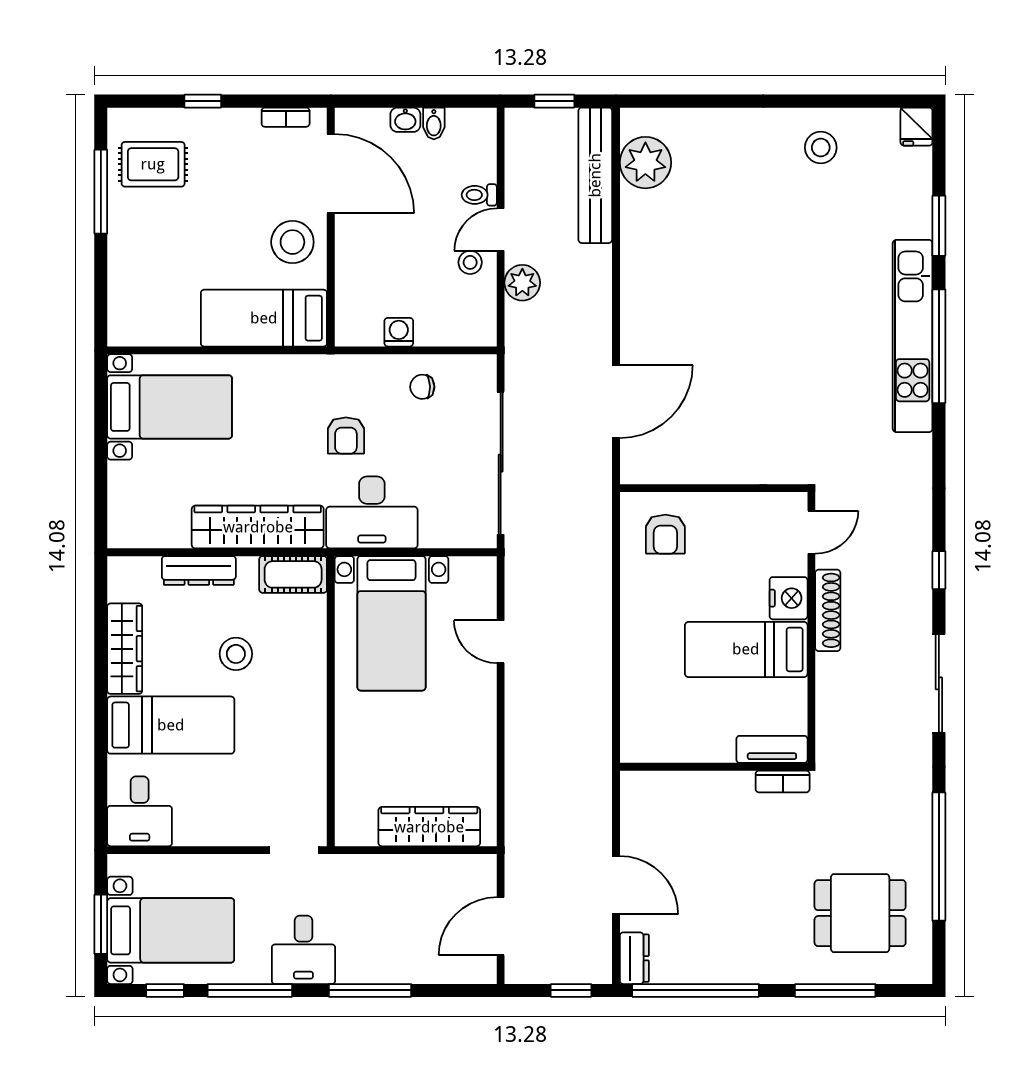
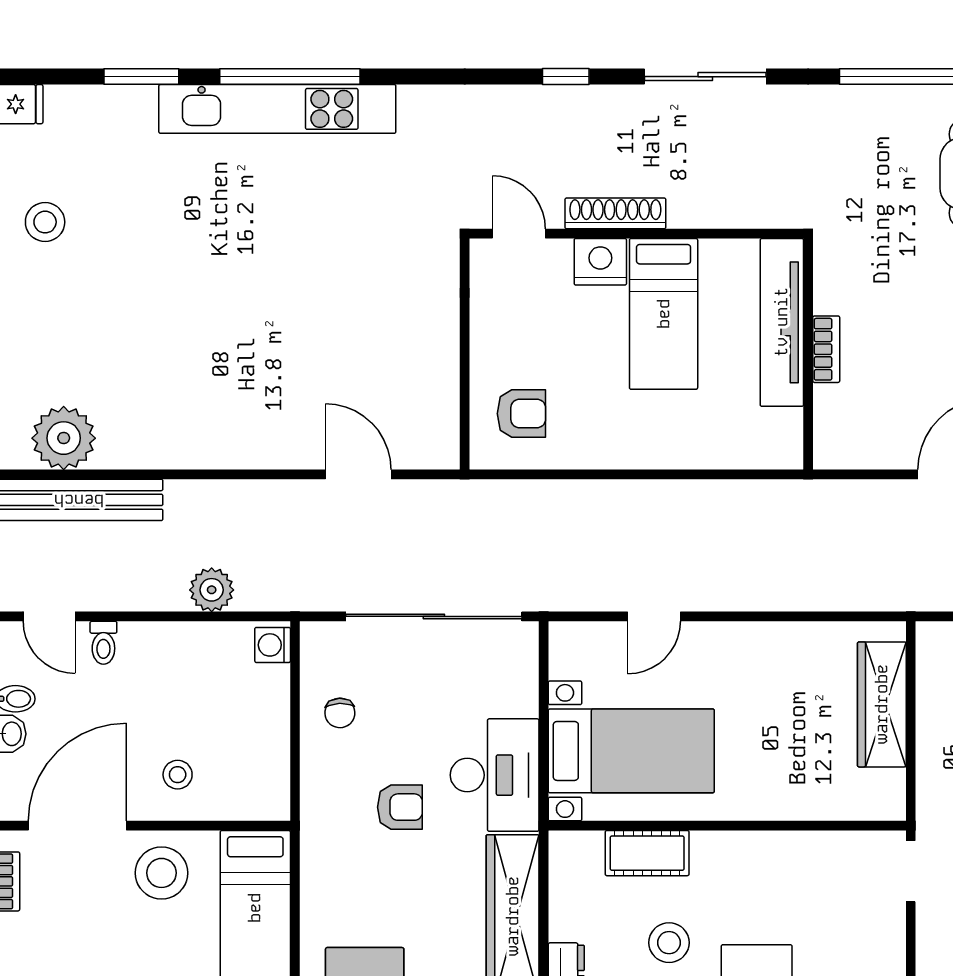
door: (501, 229) -> (49, 616), moved
stool: (470, 262) -> (178, 775), moved
washing machine: (399, 332) -> (273, 645), moved
door: (616, 402) -> (358, 474), width x0.73
cot: (293, 574) -> (647, 853), moved, turned 90
tv unit: (772, 749) -> (782, 322), width x1.92, depth x1.29
bookcase: (783, 781) -> (826, 349), moved

